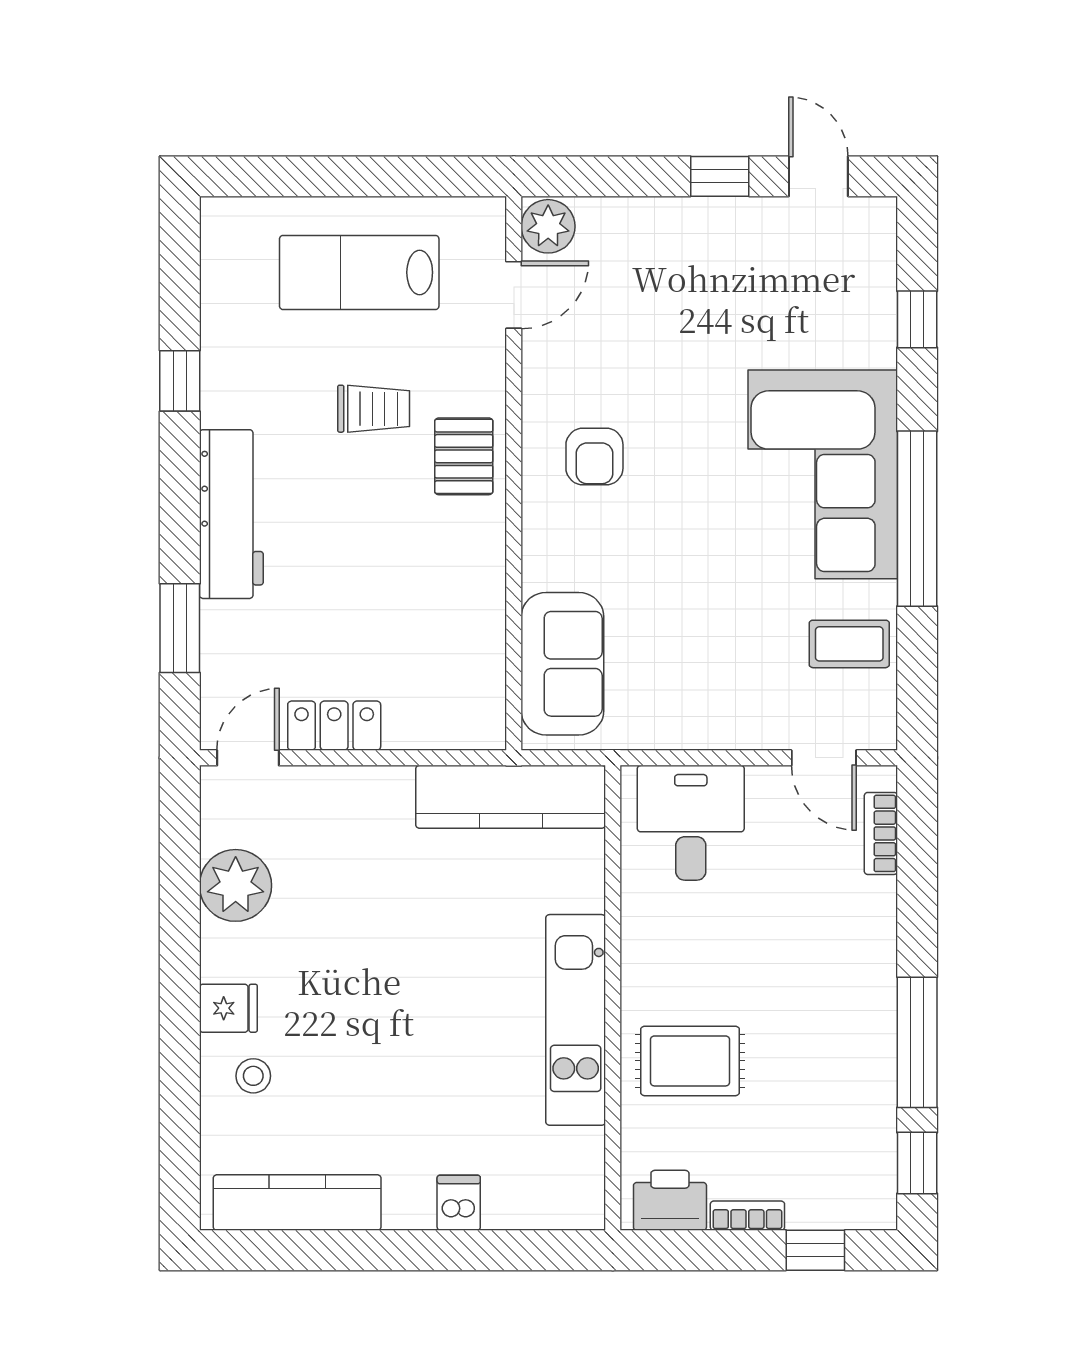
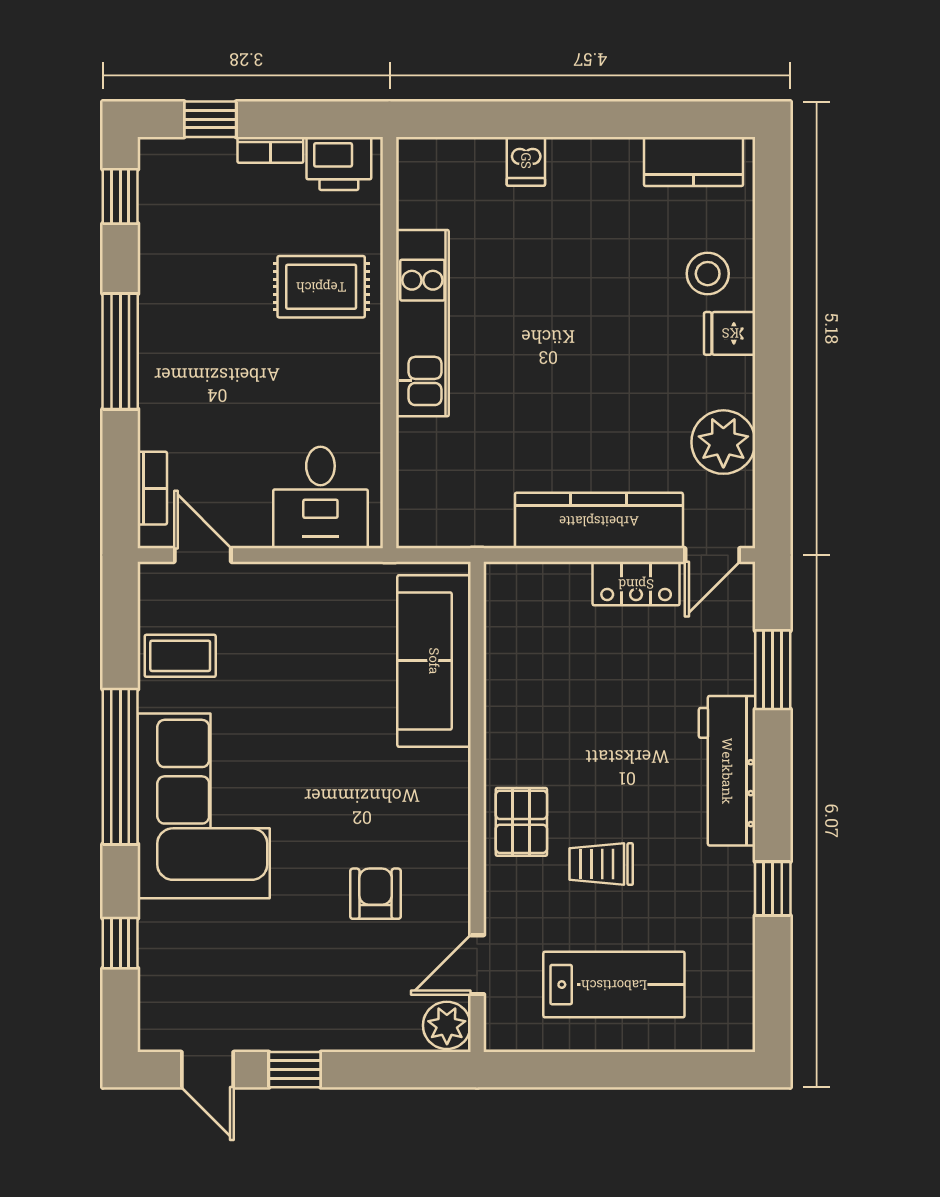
armchair: (594, 457) -> (376, 894), moved
sofa: (562, 664) -> (434, 661), width x1.36
kitchen counter: (511, 797) -> (599, 521), moved
window: (917, 1042) -> (120, 351), moved
stool: (253, 1076) -> (708, 274), width x1.37, depth x1.37
kitchen counter: (297, 1203) -> (694, 161), width x0.67

